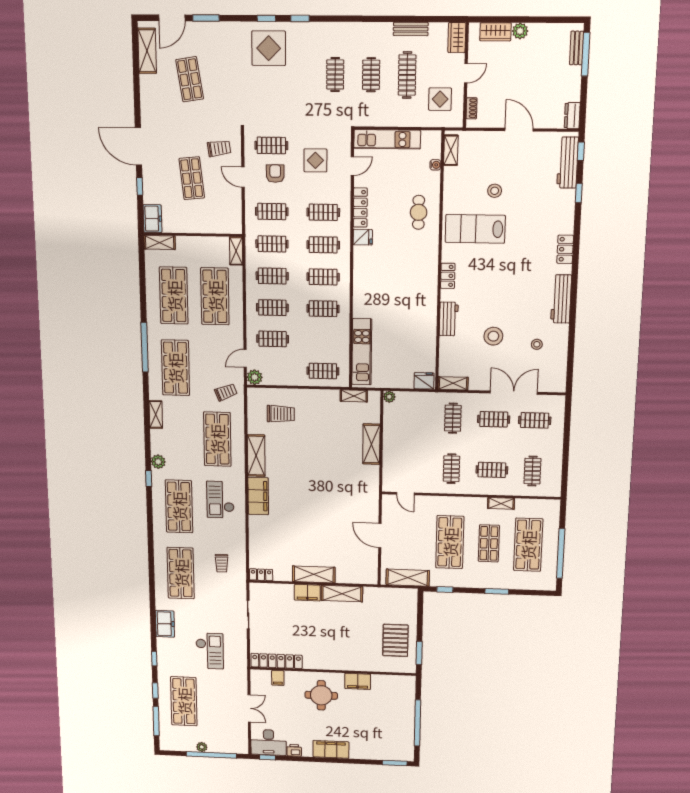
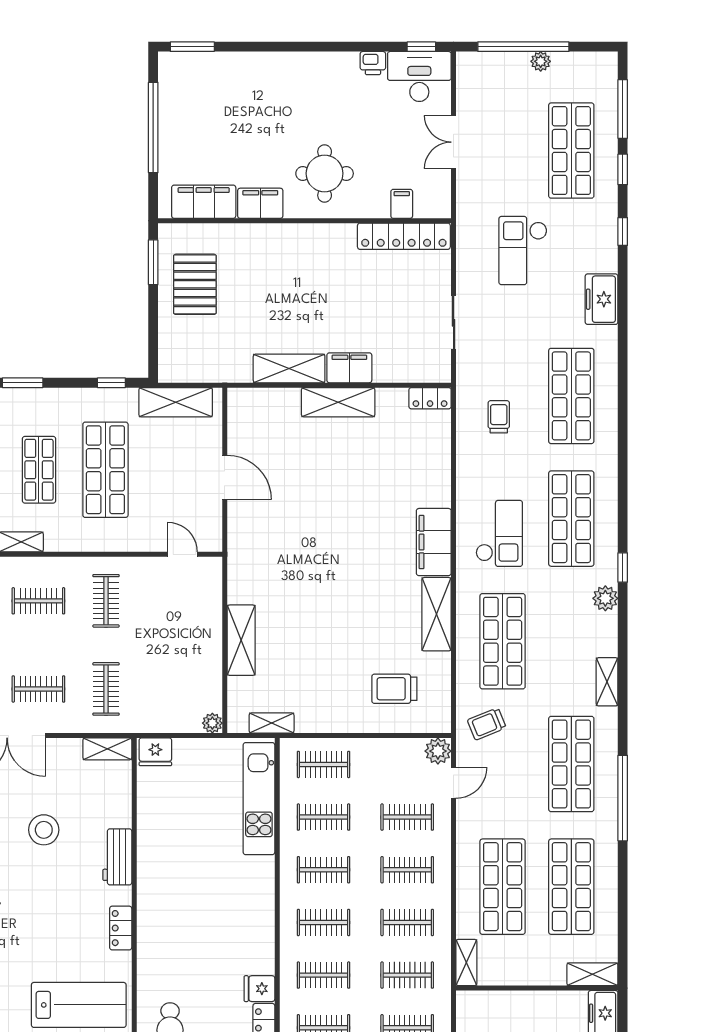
clothes rail: (323, 340) -> (323, 817), added
filing cabinet: (331, 749) -> (204, 202), moved, turned 180

